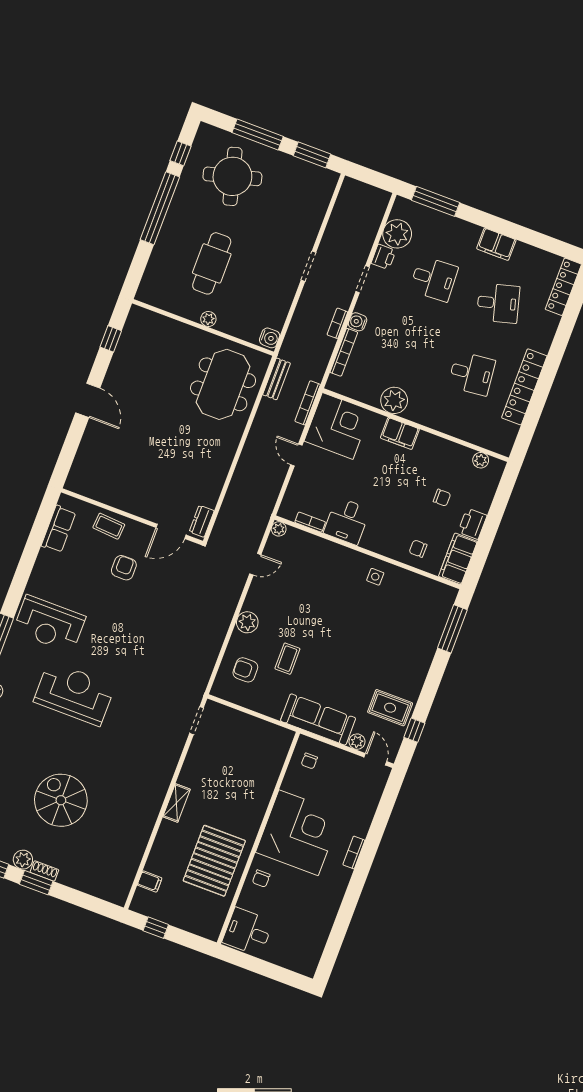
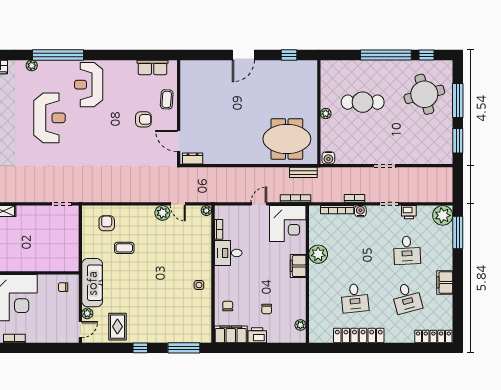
plant: (397, 234) -> (443, 215), moved
plant: (247, 622) -> (162, 213), moved
window: (414, 730) -> (140, 348), moved

